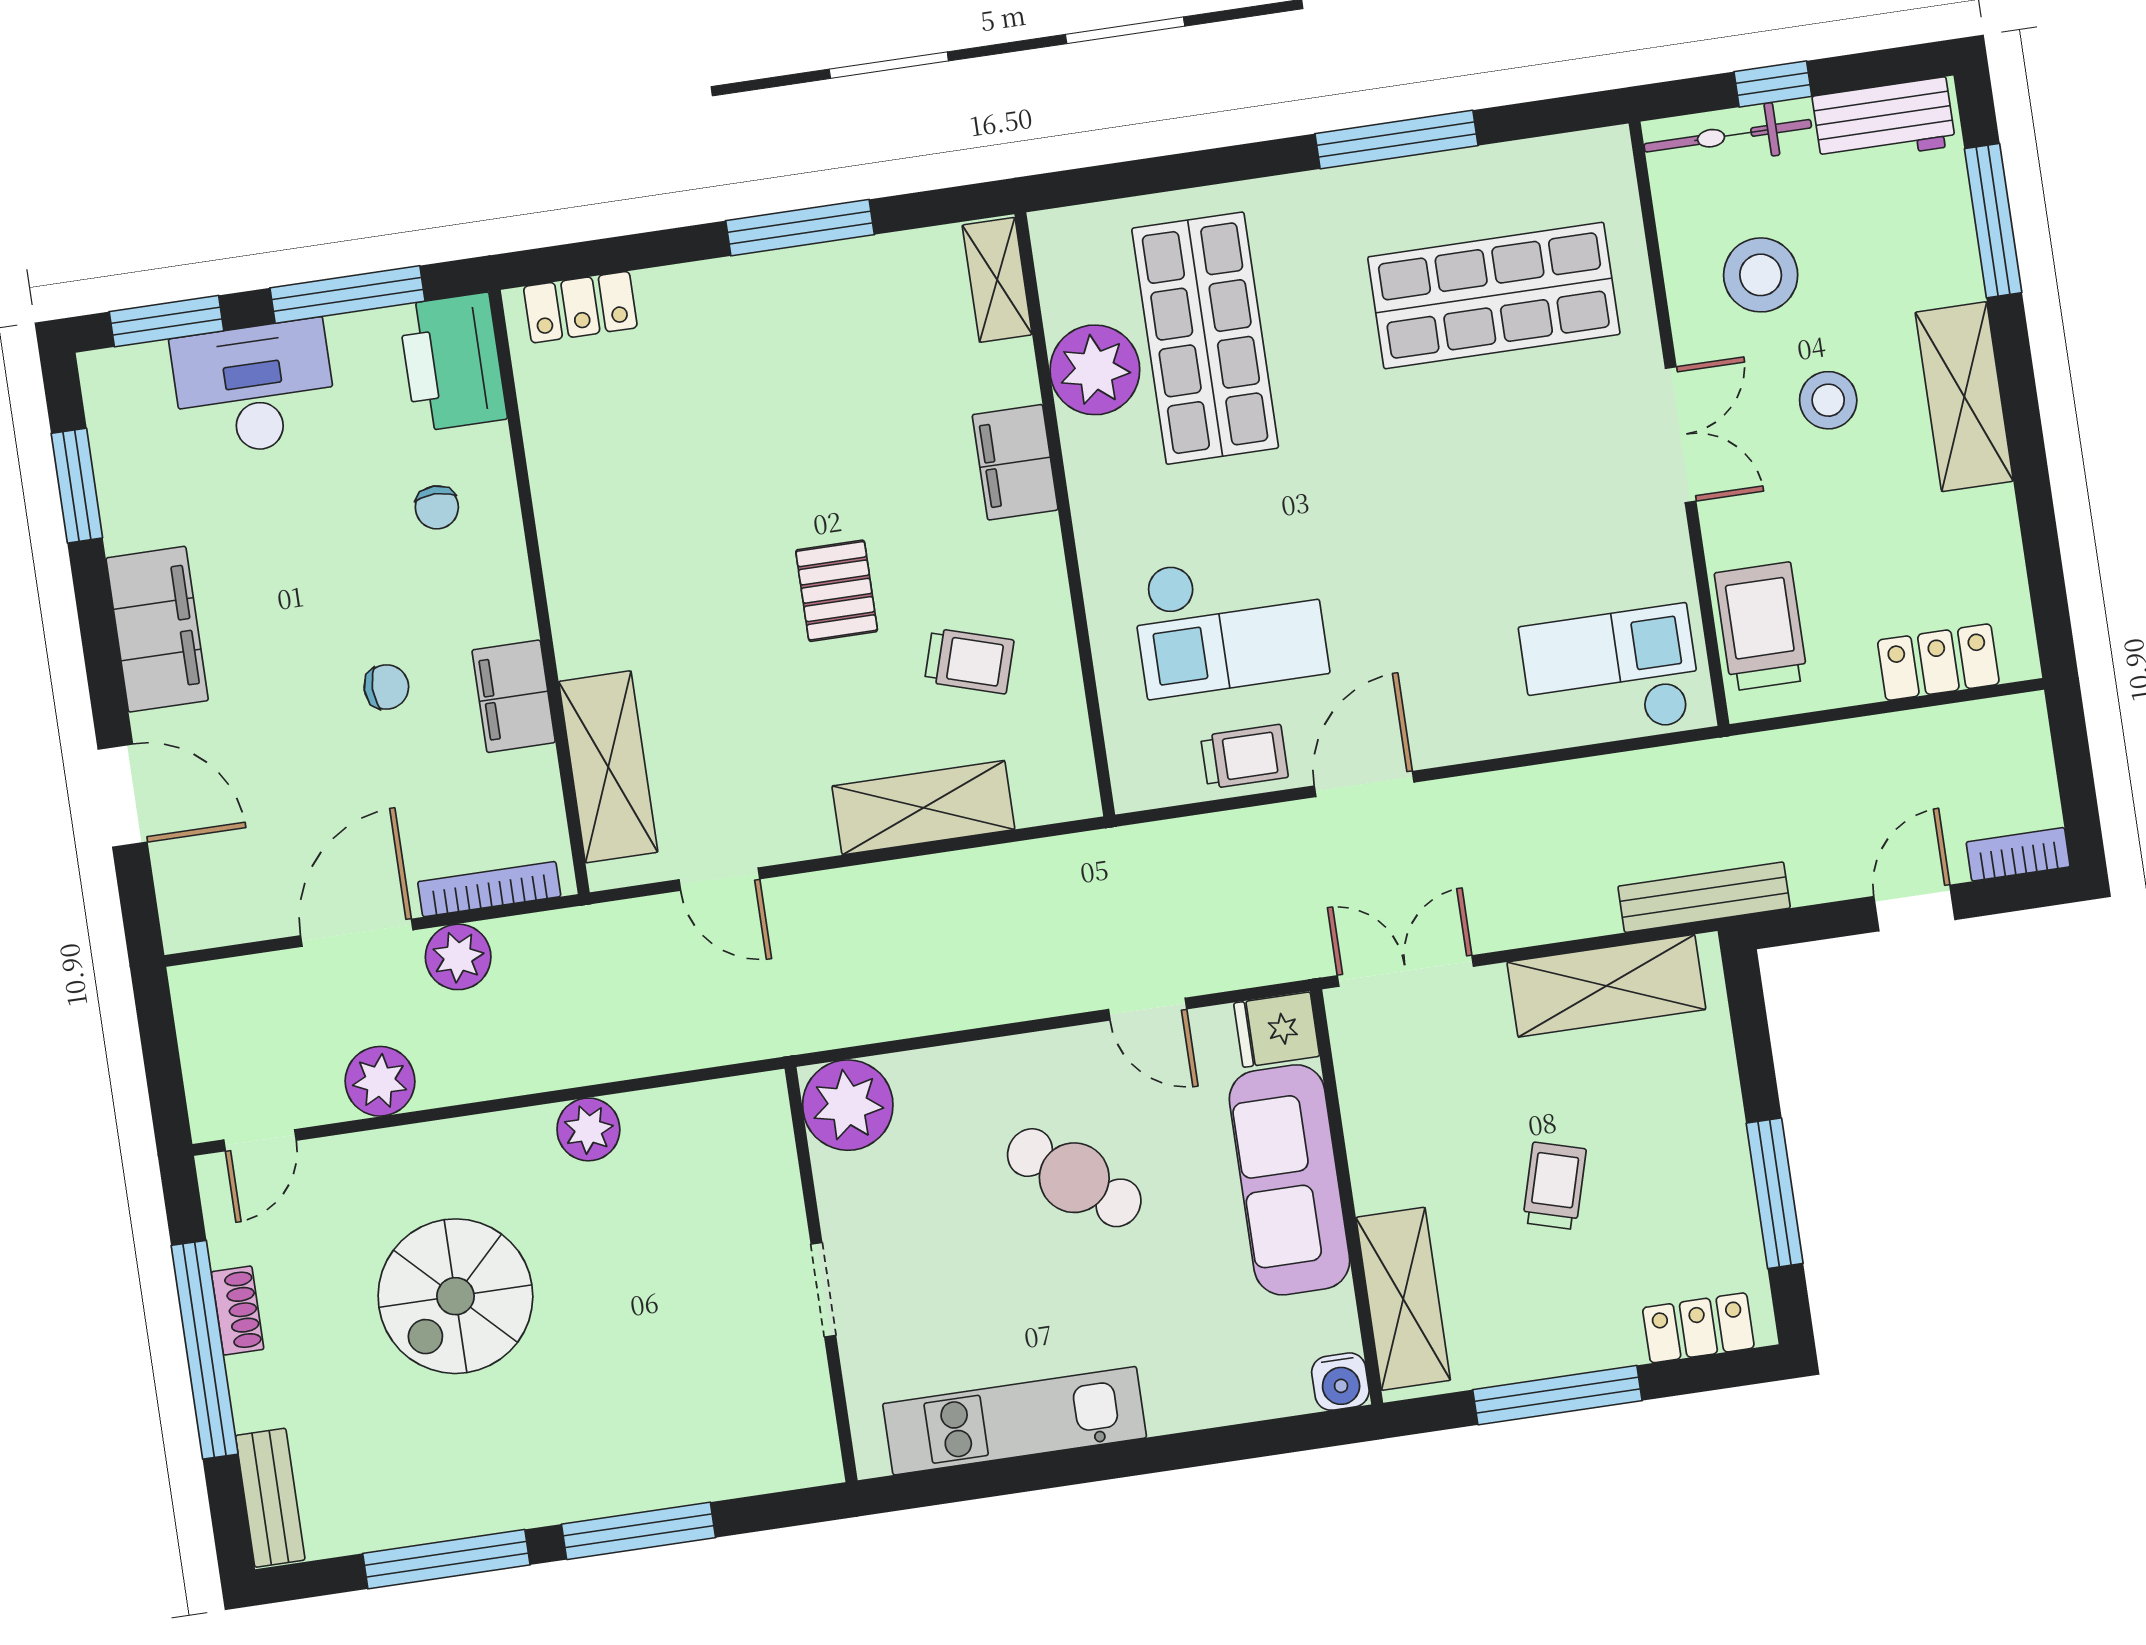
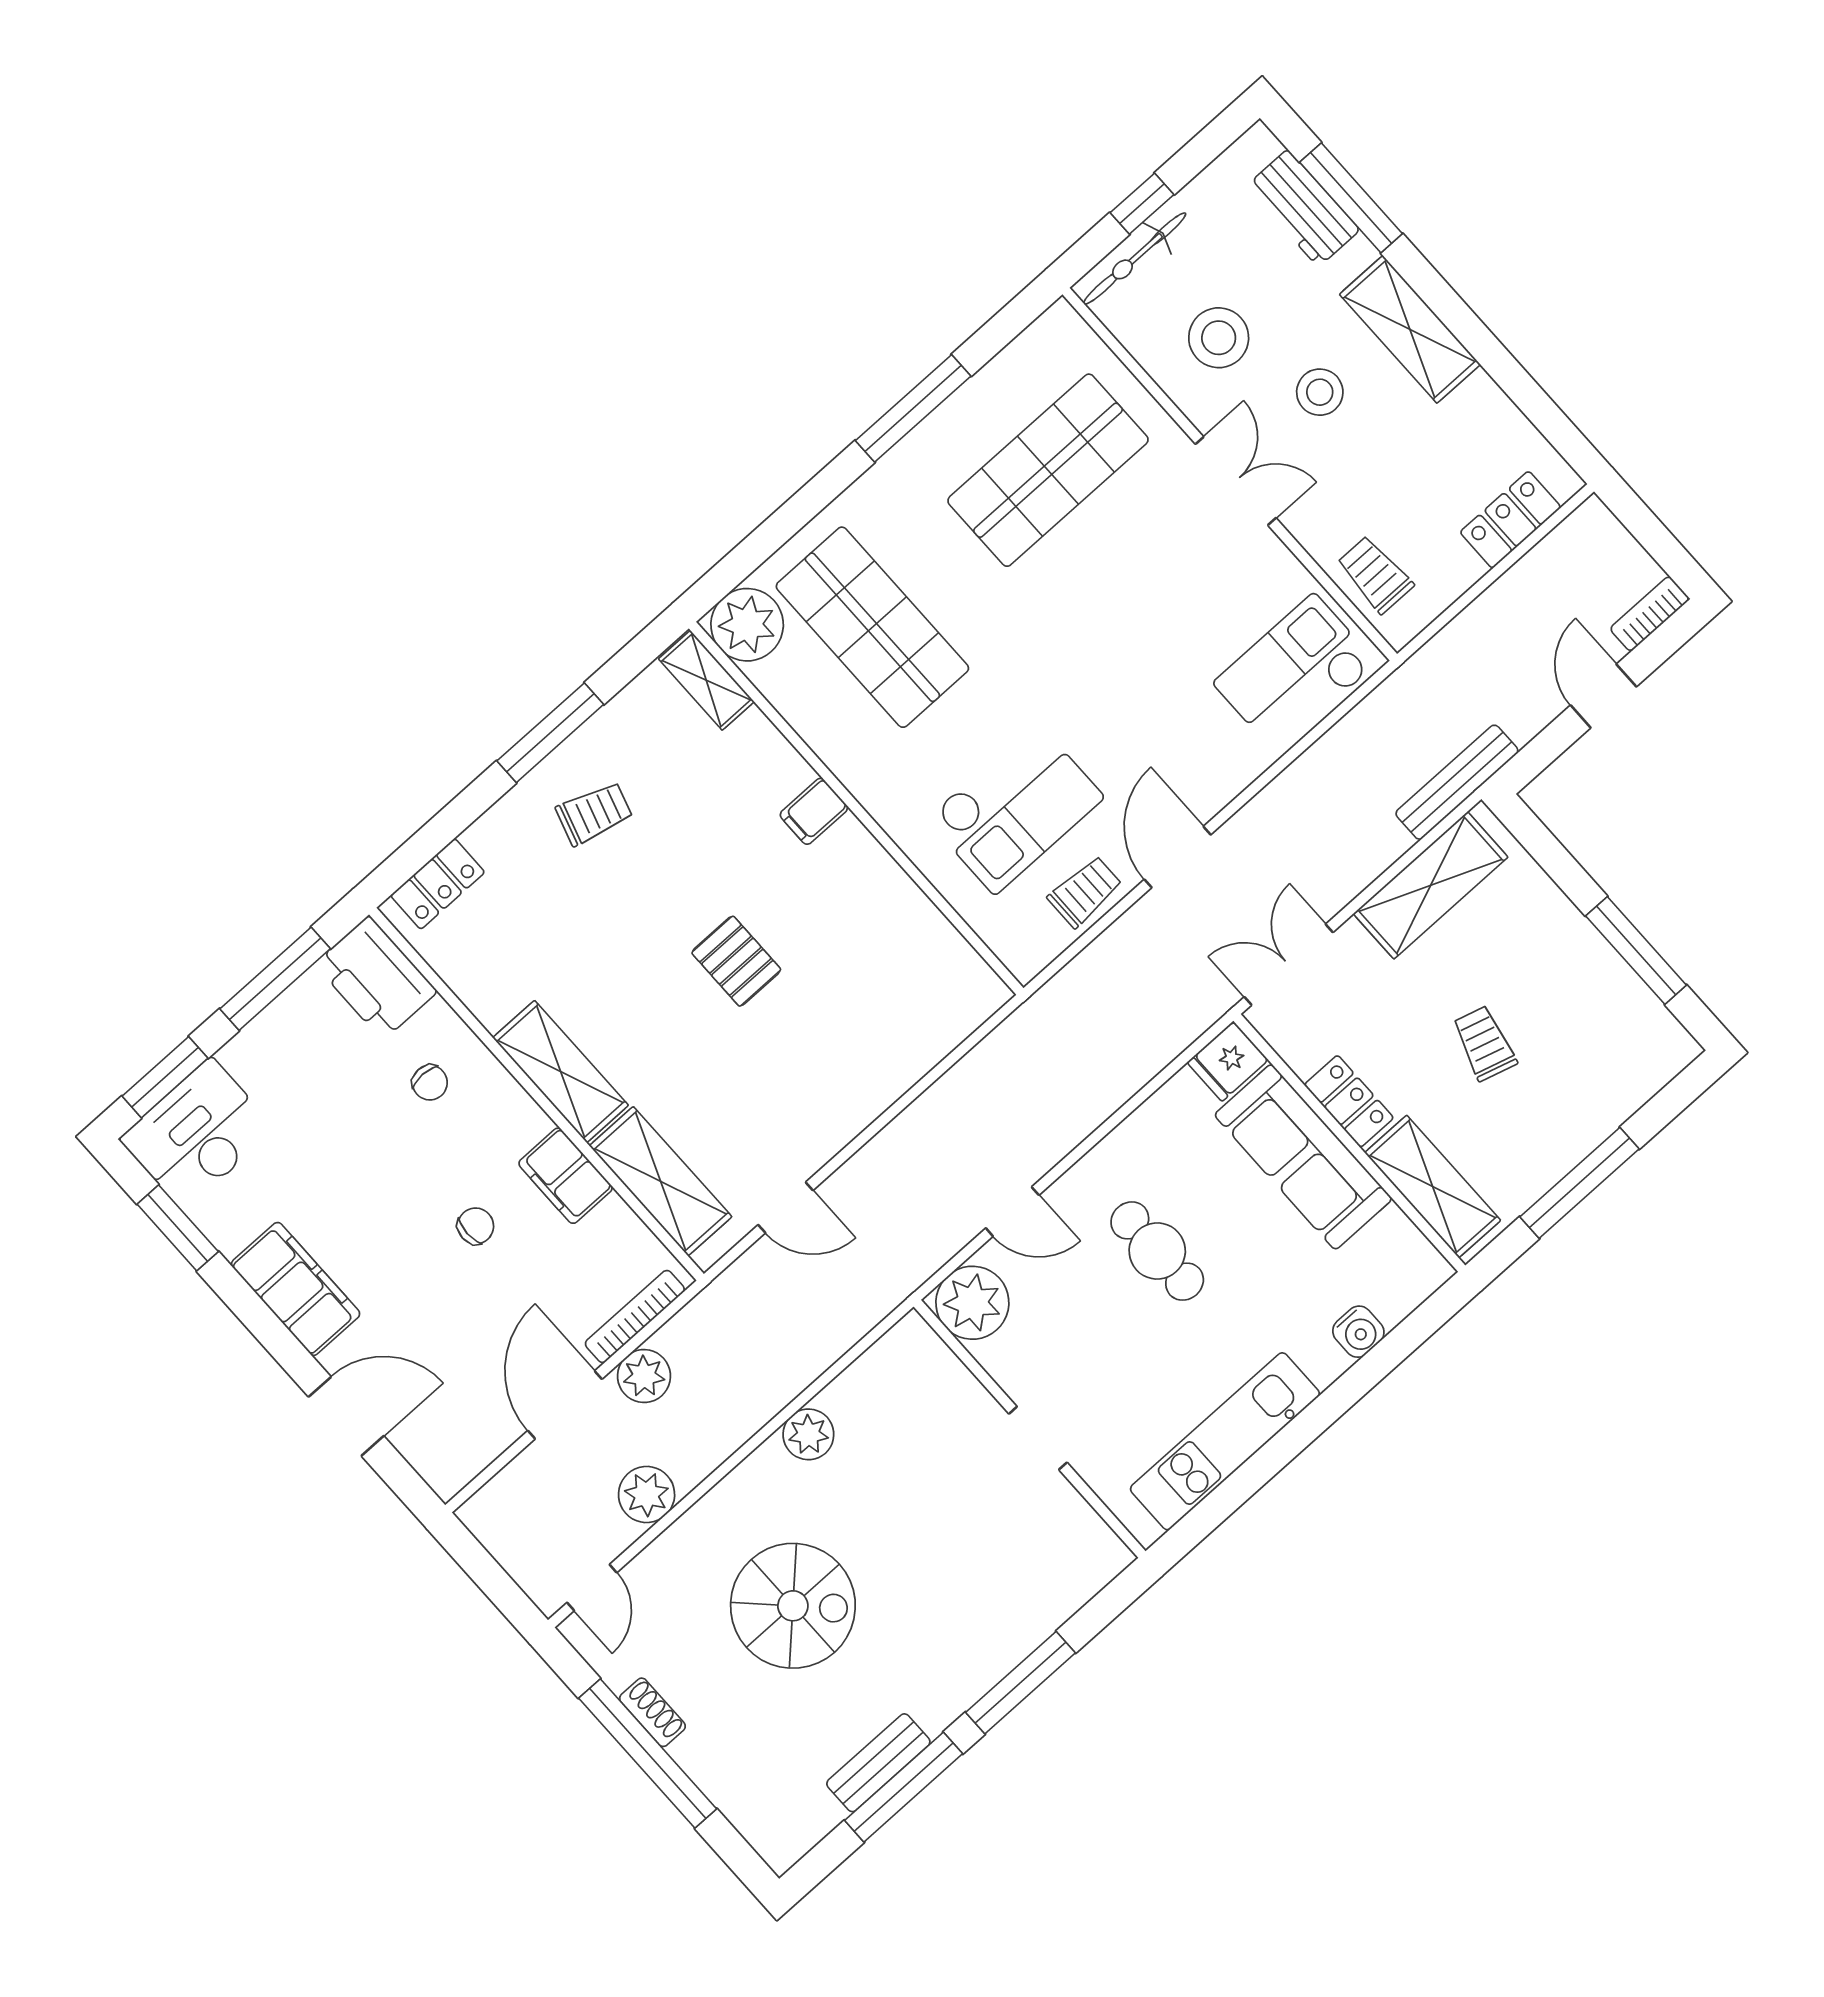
workbench: (1884, 121) -> (1303, 208), moved, turned 90
plant: (1095, 370) -> (747, 625), moved
desk: (254, 388) -> (197, 1134), moved
filing cabinet: (1015, 462) -> (814, 811), width x0.50
trolley: (1761, 626) -> (1375, 574), width x0.73, depth x0.72
trolley: (969, 661) -> (594, 813), moved
shelving: (923, 808) -> (561, 1071), moved, turned 90
door: (1148, 1009) -> (1012, 1212), moved
cafe table: (1074, 1178) -> (1157, 1251), turned 52
spiral stairs: (455, 1296) -> (793, 1606), turned -90
locker: (1698, 1328) -> (1349, 1101), moved, turned 90
water cooler: (1340, 1382) -> (1358, 1332), moved
bench: (270, 1498) -> (878, 1763), moved, turned 90

